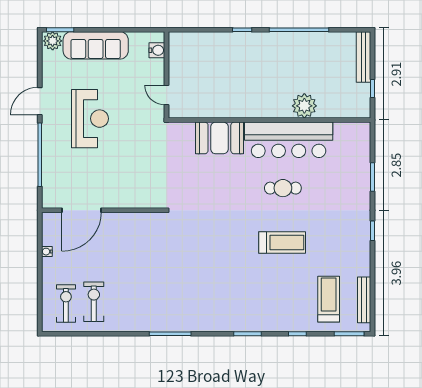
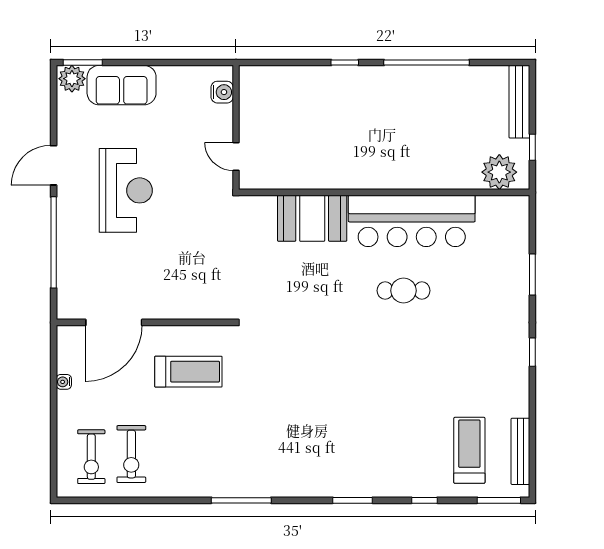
sofa: (96, 45) -> (122, 85), width x0.73
plant: (304, 106) -> (499, 172), moved
treadmill: (282, 242) -> (188, 372), moved
exercise bike: (94, 302) -> (131, 454), turned 180
exercise bike: (66, 304) -> (91, 457), turned 180

